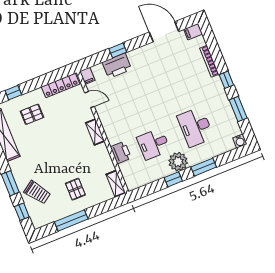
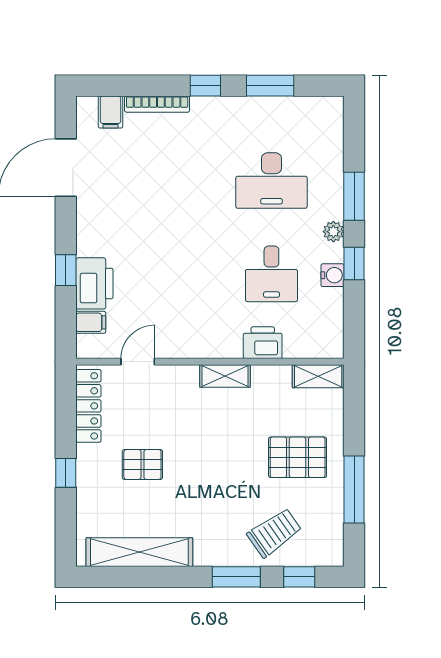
filing cabinet: (193, 32) -> (110, 112), moved
filing cabinet: (87, 76) -> (91, 322), moved
window: (13, 93) -> (66, 473), moved
pallet: (32, 114) -> (142, 464), moved, turned 90
shelving: (95, 132) -> (225, 376), moved
water cooler: (240, 141) -> (332, 275), moved
plant: (178, 162) -> (333, 232), width x0.53, depth x0.53
pallet: (75, 189) -> (298, 457), width x1.50, depth x1.42

